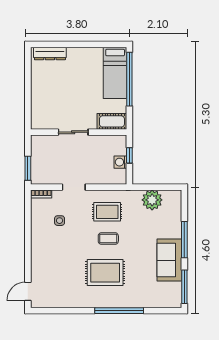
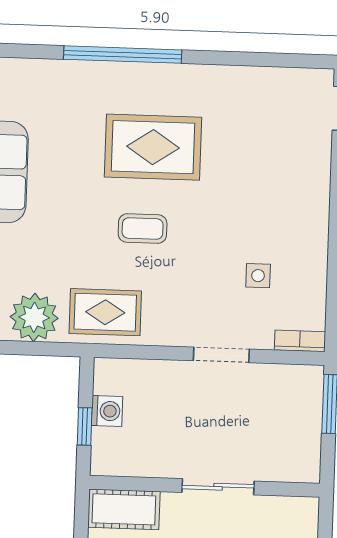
rug: (107, 212) -> (105, 312), moved

